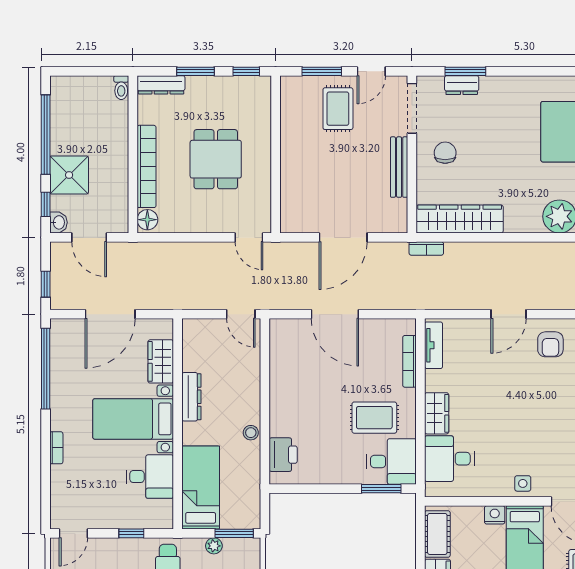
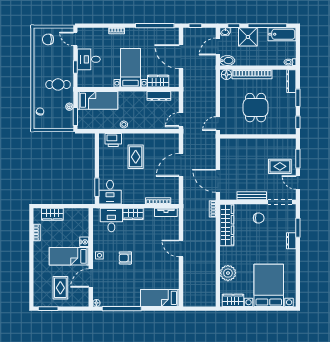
dresser: (462, 85) -> (291, 241), moved
bathtub: (63, 104) -> (282, 34), added
dining table: (216, 159) -> (256, 108), turned 90
bidet: (118, 218) -> (227, 61), added
door: (343, 237) -> (218, 181), moved
armchair: (550, 344) -> (125, 258), moved
dresser: (191, 397) -> (159, 96), moved
rug: (374, 418) -> (136, 157), moved
desk: (150, 477) -> (89, 59), moved, turned 90
cot: (437, 534) -> (75, 214), removed

